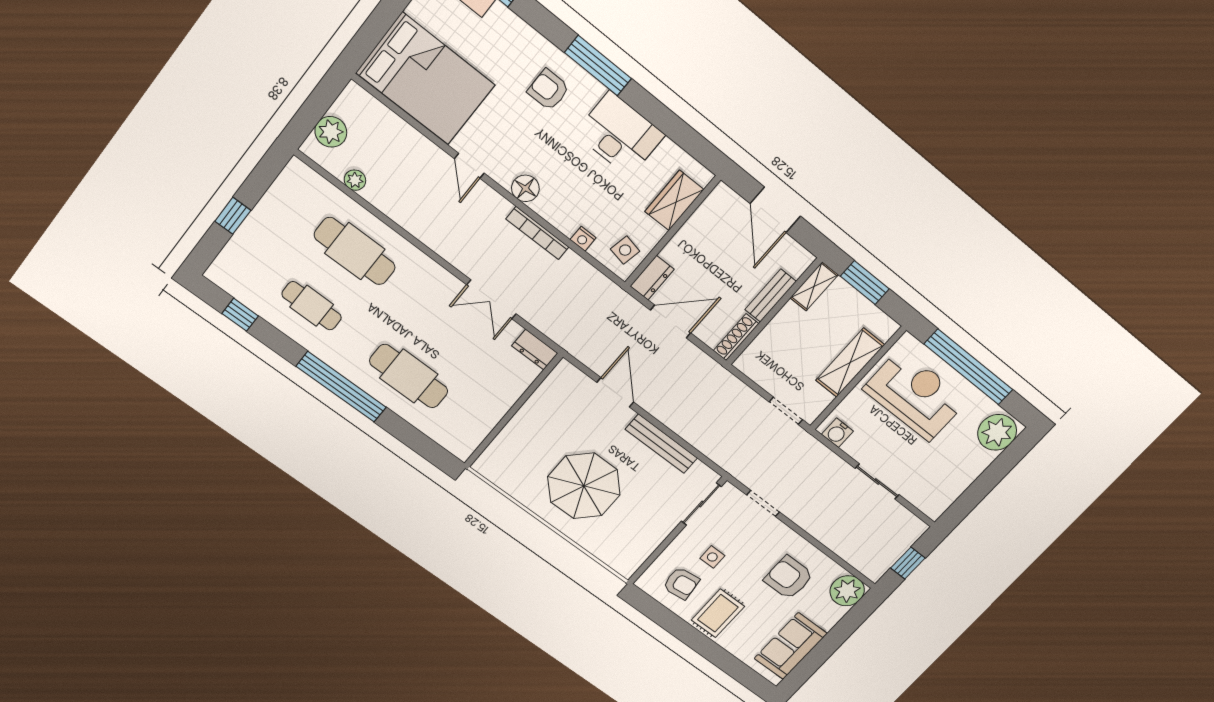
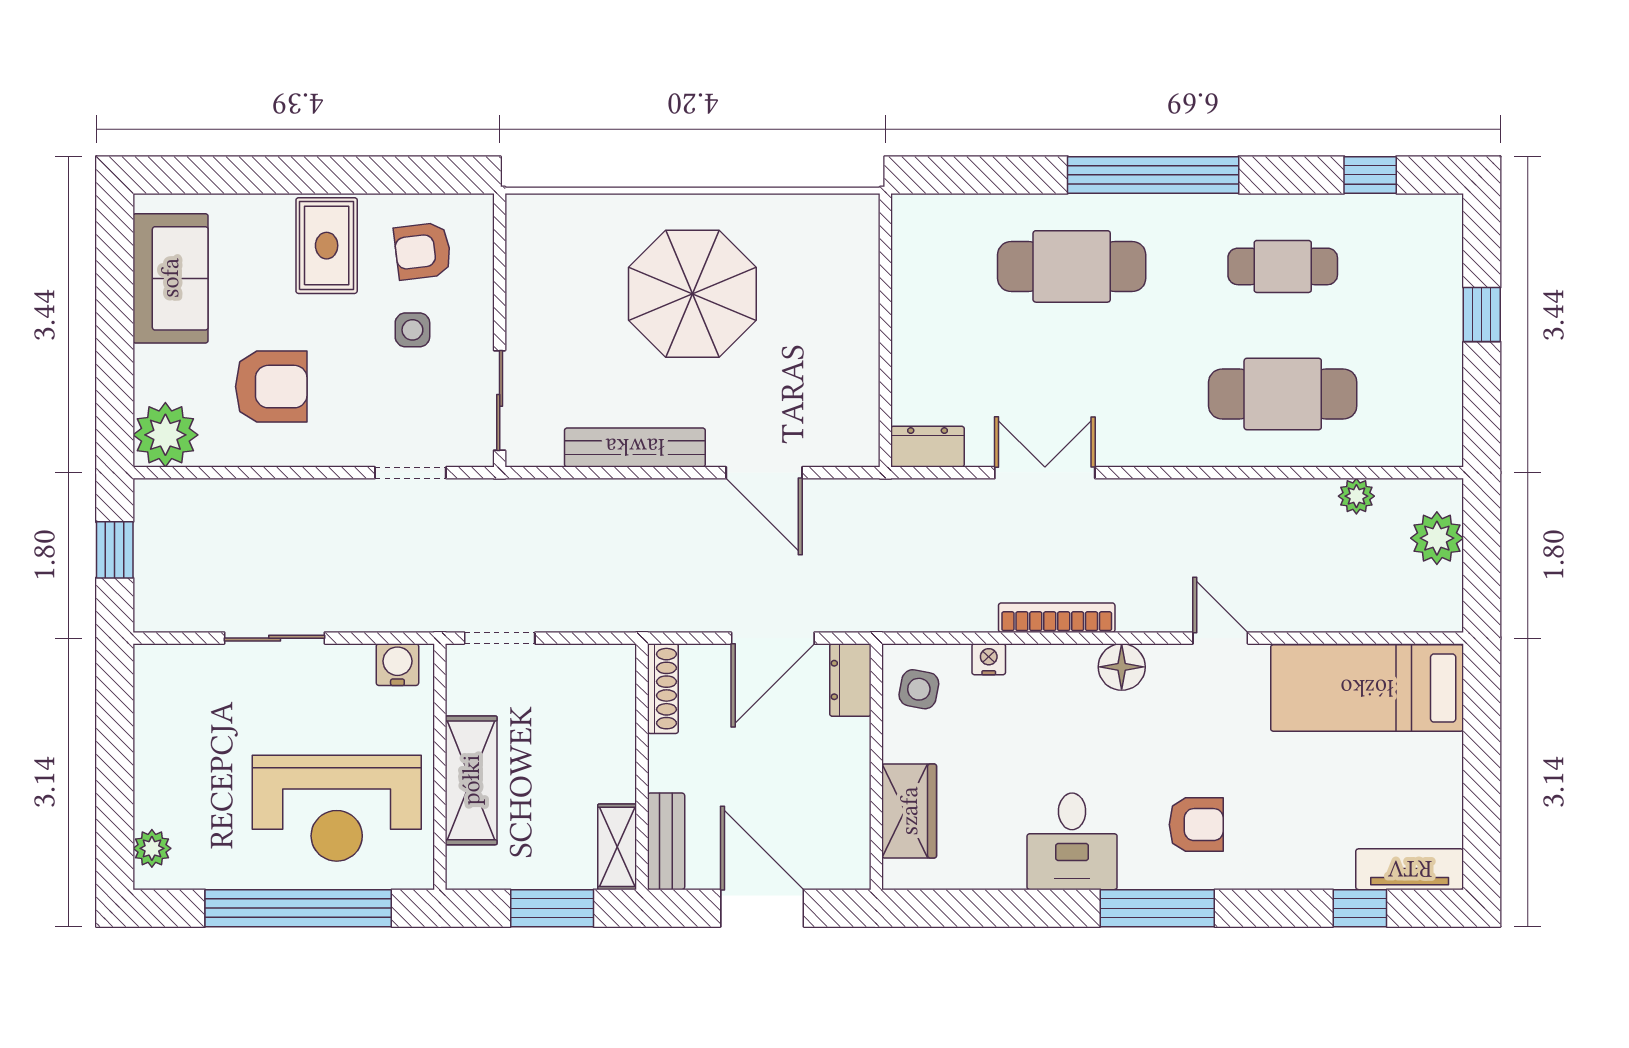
bed: (425, 79) -> (1367, 688), width x0.67
desk: (620, 134) -> (1072, 841), width x0.73
bench: (771, 296) -> (666, 841), moved
plant: (997, 432) -> (152, 848), width x0.53, depth x0.53

